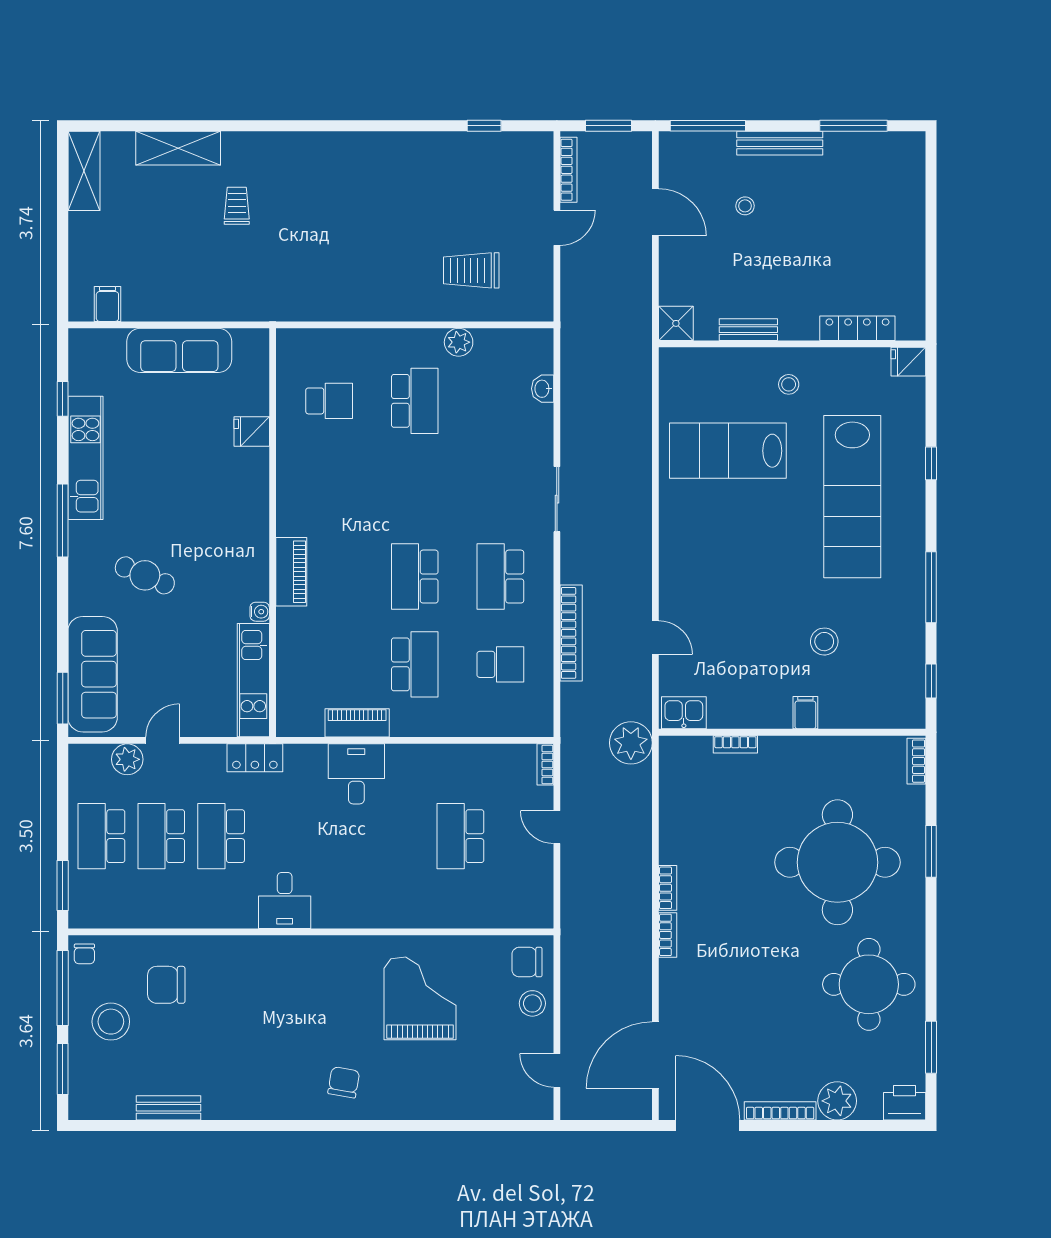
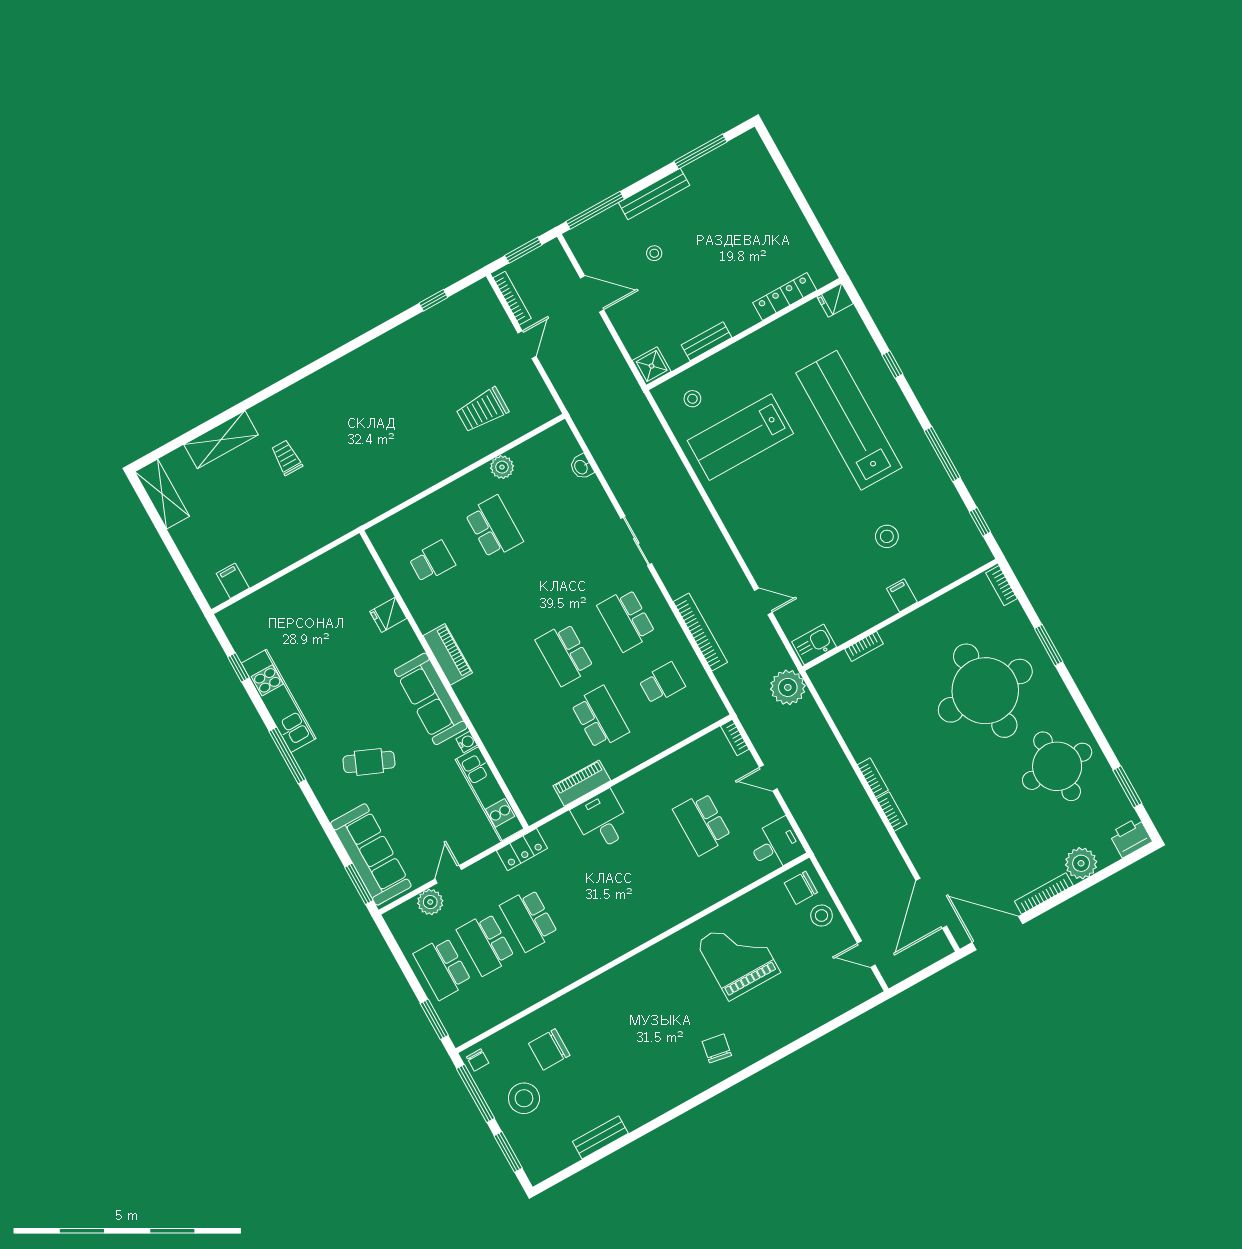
sofa: (179, 350) -> (431, 699), moved, turned 90
stool: (789, 384) -> (692, 399), moved
lab bench: (852, 497) -> (849, 420), turned 180
piano: (291, 572) -> (448, 654), moved
desk: (285, 900) -> (776, 845), moved, turned -90

